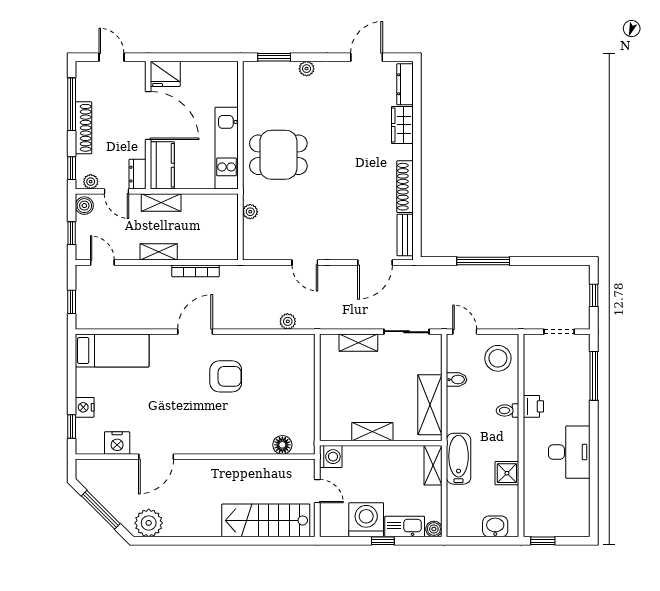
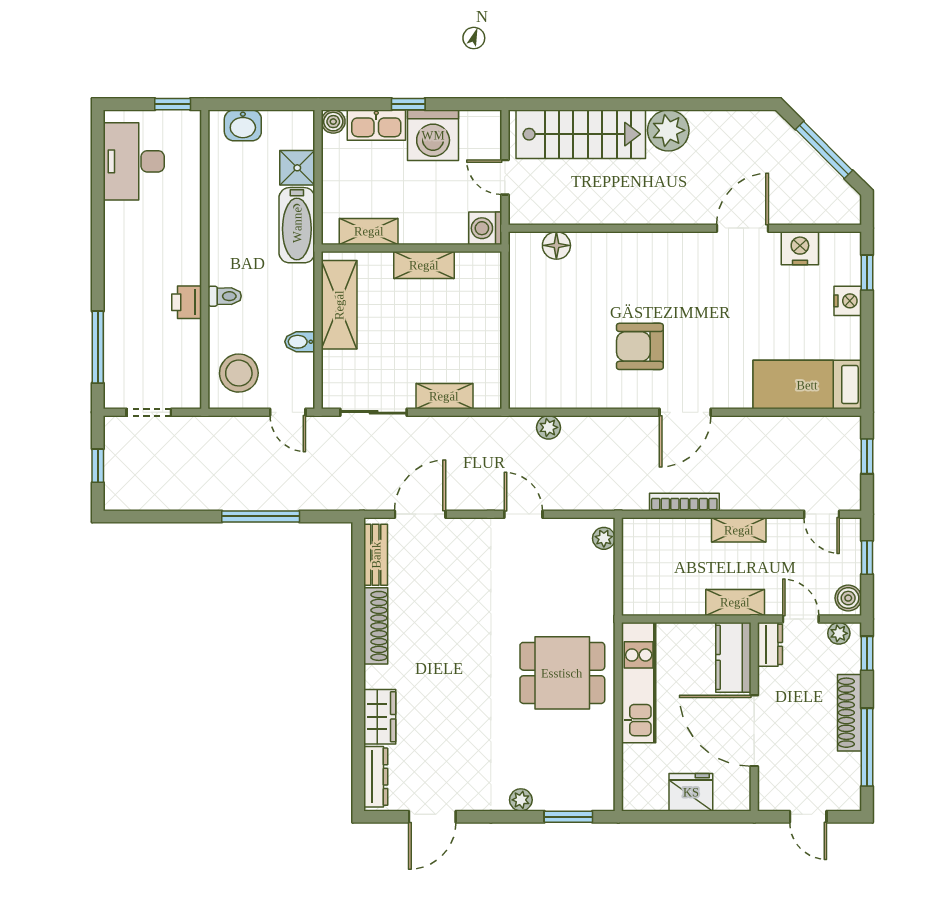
fridge: (165, 74) -> (691, 792), moved
plant: (250, 212) -> (604, 538), moved
desk: (569, 452) -> (134, 161), moved
shelving: (433, 465) -> (369, 231), moved, turned 90
shower: (507, 473) -> (297, 168), moved
plant: (149, 523) -> (668, 130), moved

